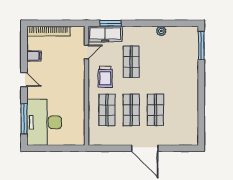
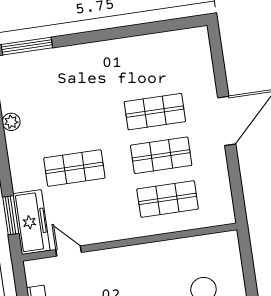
trolley: (105, 77) -> (108, 211), removed

